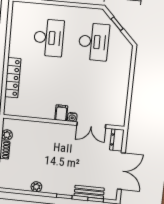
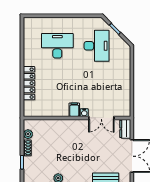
desk: (49, 38) -> (57, 46), turned -90

